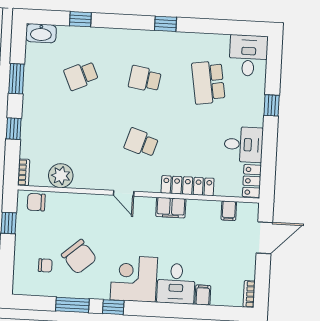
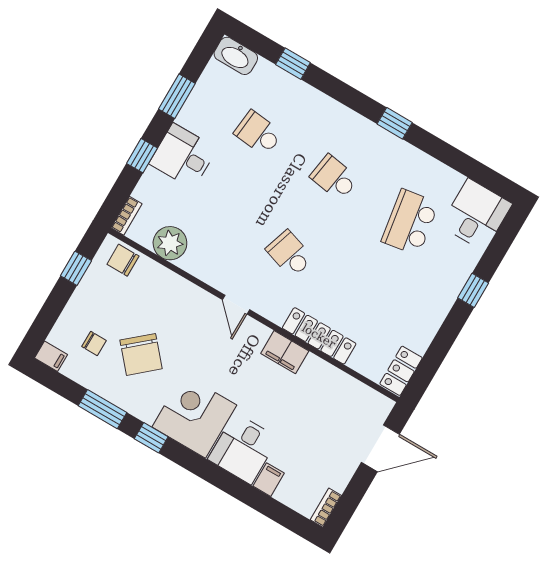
school desk: (81, 75) -> (258, 133), turned 30
desk: (244, 144) -> (183, 156), moved, turned 180
filing cabinet: (229, 211) -> (51, 356), moved, turned -90

